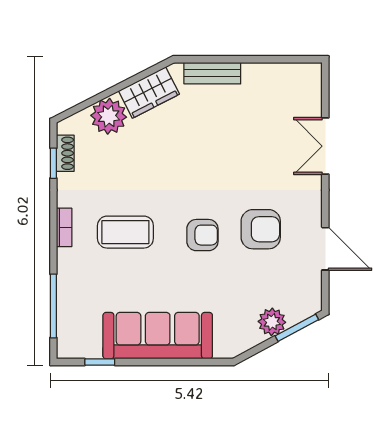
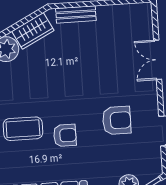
armchair: (202, 235) -> (65, 135), moved

